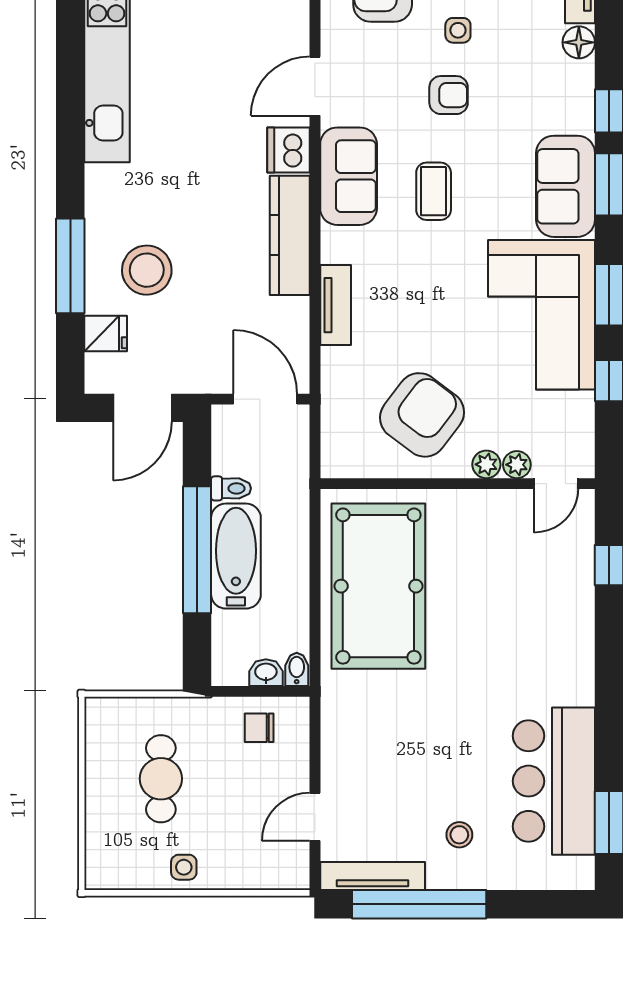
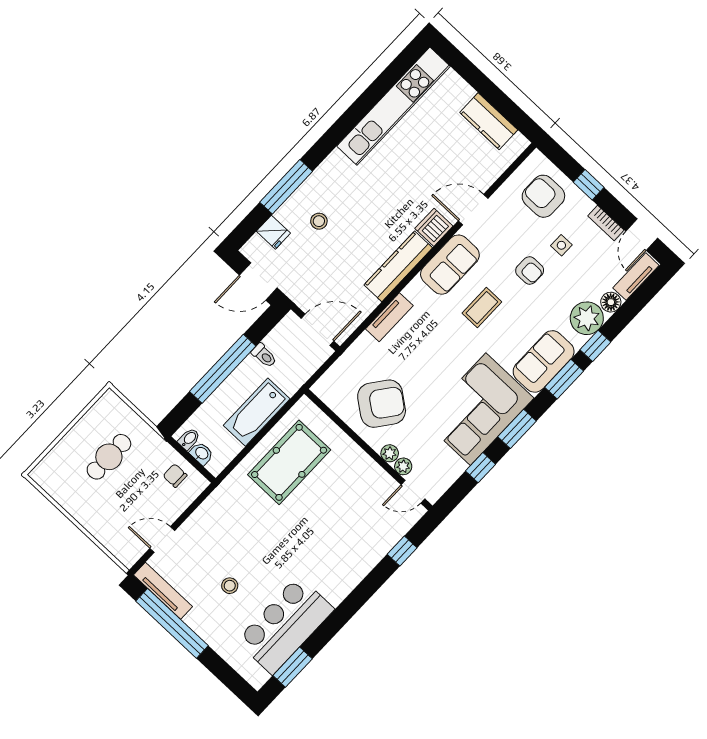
plant: (568, 88) -> (587, 318), added
stool: (147, 270) -> (319, 221), width x0.53, depth x0.53
door: (265, 399) -> (318, 330), hinge flipped
bathtub: (236, 556) -> (257, 412), moved, turned 180
pool table: (378, 586) -> (289, 462), width x0.73, depth x0.76
bidet: (297, 669) -> (189, 439), moved
stool: (459, 835) -> (230, 586), moved
side table: (184, 867) -> (82, 506), removed

